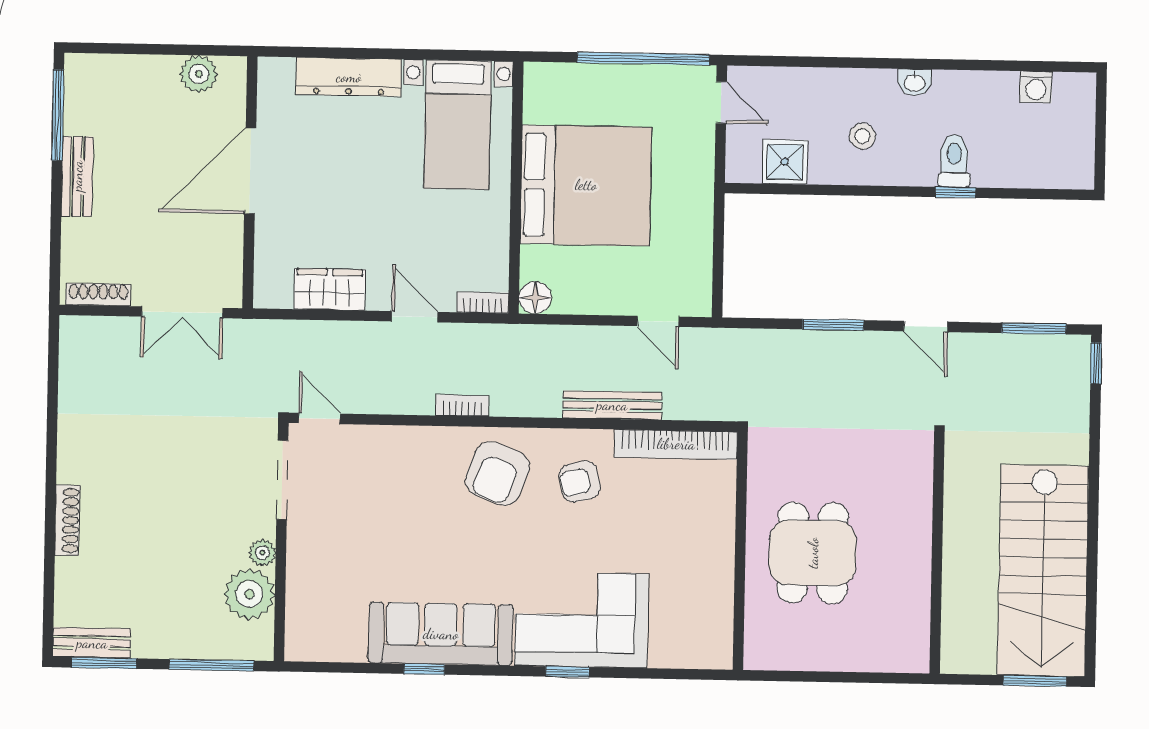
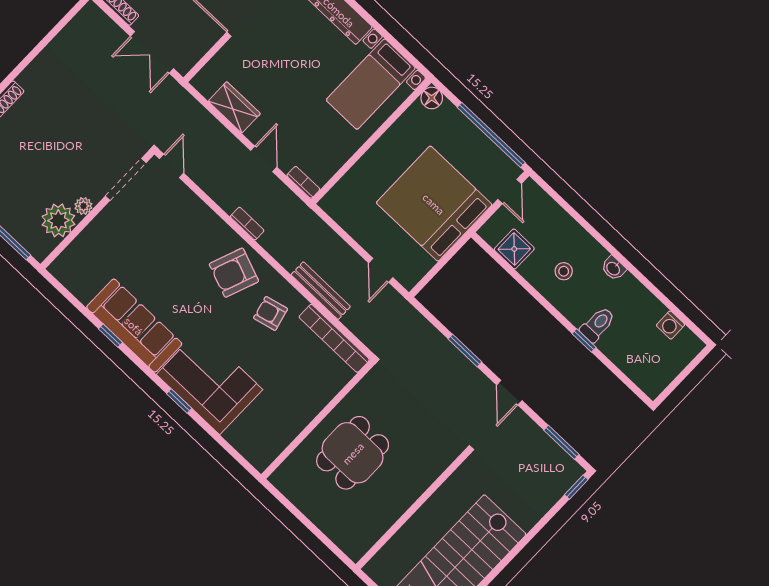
bed: (586, 185) -> (434, 204), moved, turned 180
floor lamp: (535, 298) -> (432, 98), moved

